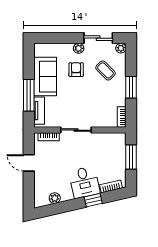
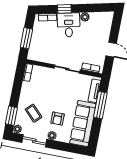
sofa: (45, 77) -> (83, 124), width x1.36
window: (131, 87) -> (11, 116), moved
plant: (55, 198) -> (85, 17), moved

